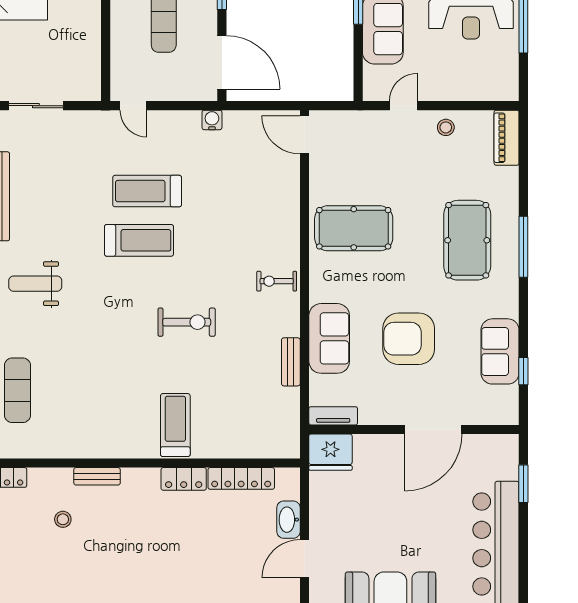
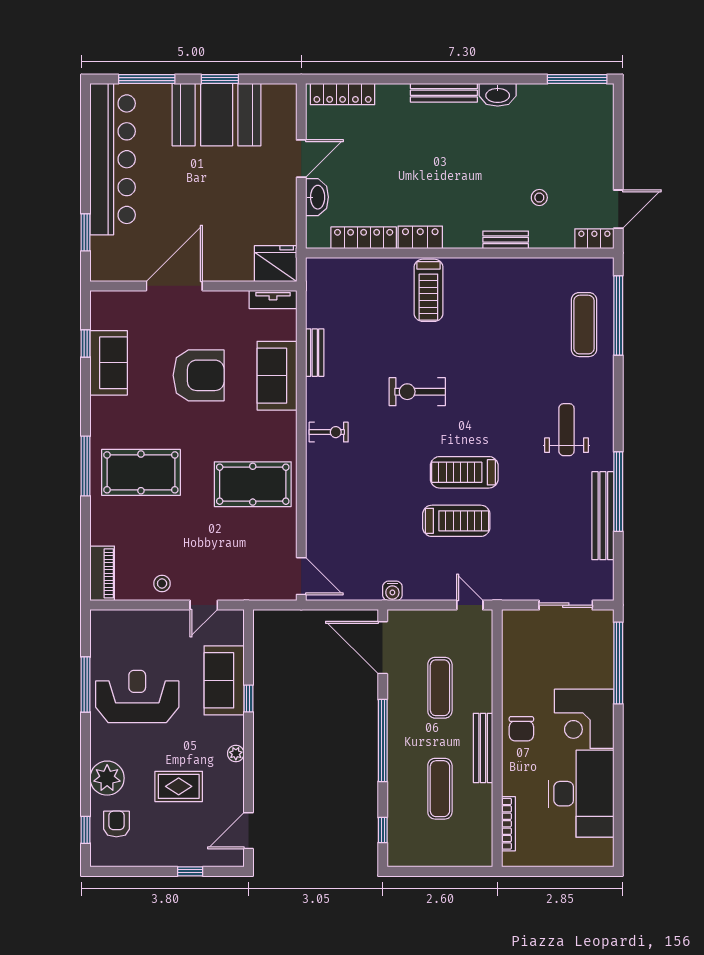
pool table: (467, 240) -> (141, 472), turned 90
weight bench: (35, 284) -> (566, 430), turned -90

